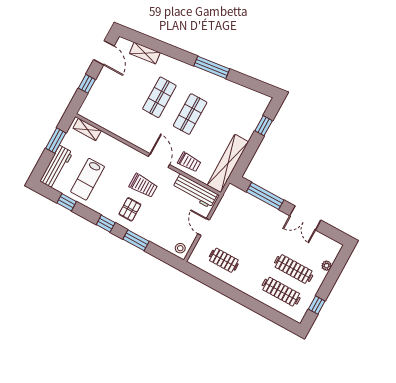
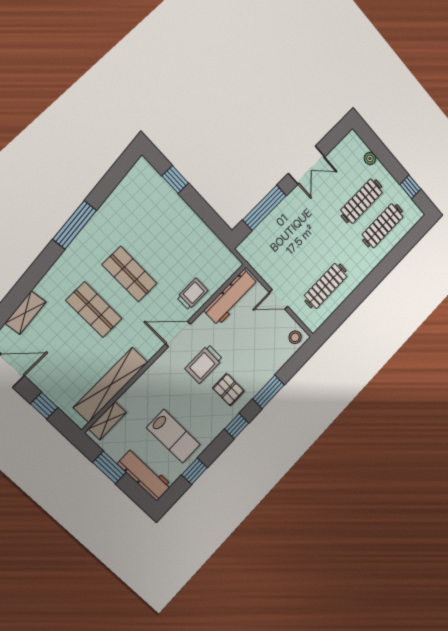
shelving: (228, 163) -> (111, 385), moved, turned 90
trolley: (143, 186) -> (204, 364), turned 180
clothes rail: (224, 260) -> (326, 286), width x1.36

